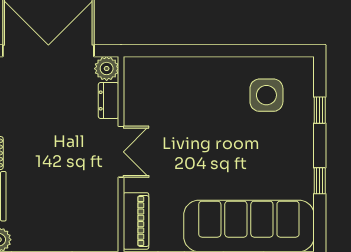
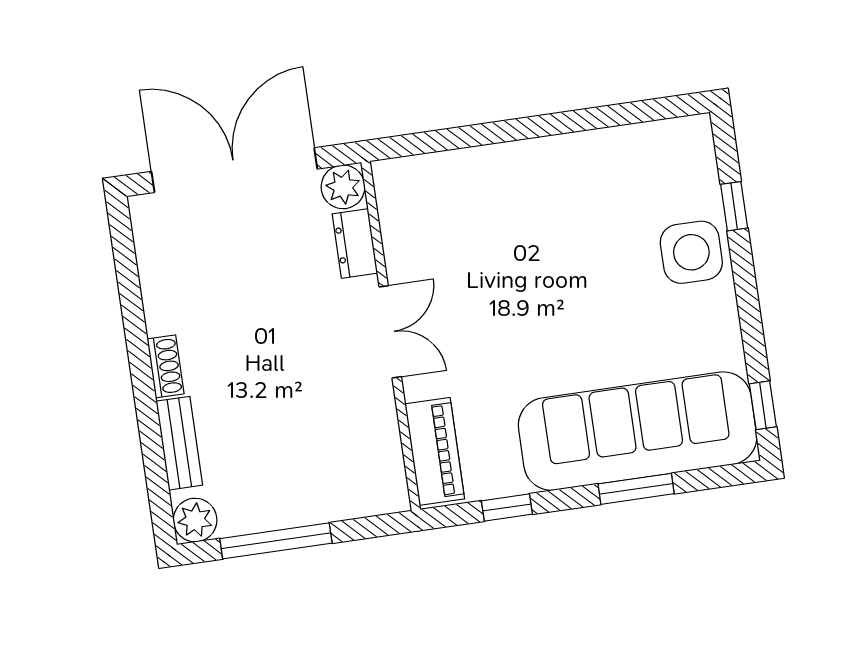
side table: (266, 95) -> (691, 252), moved
window: (320, 181) -> (763, 405), moved

